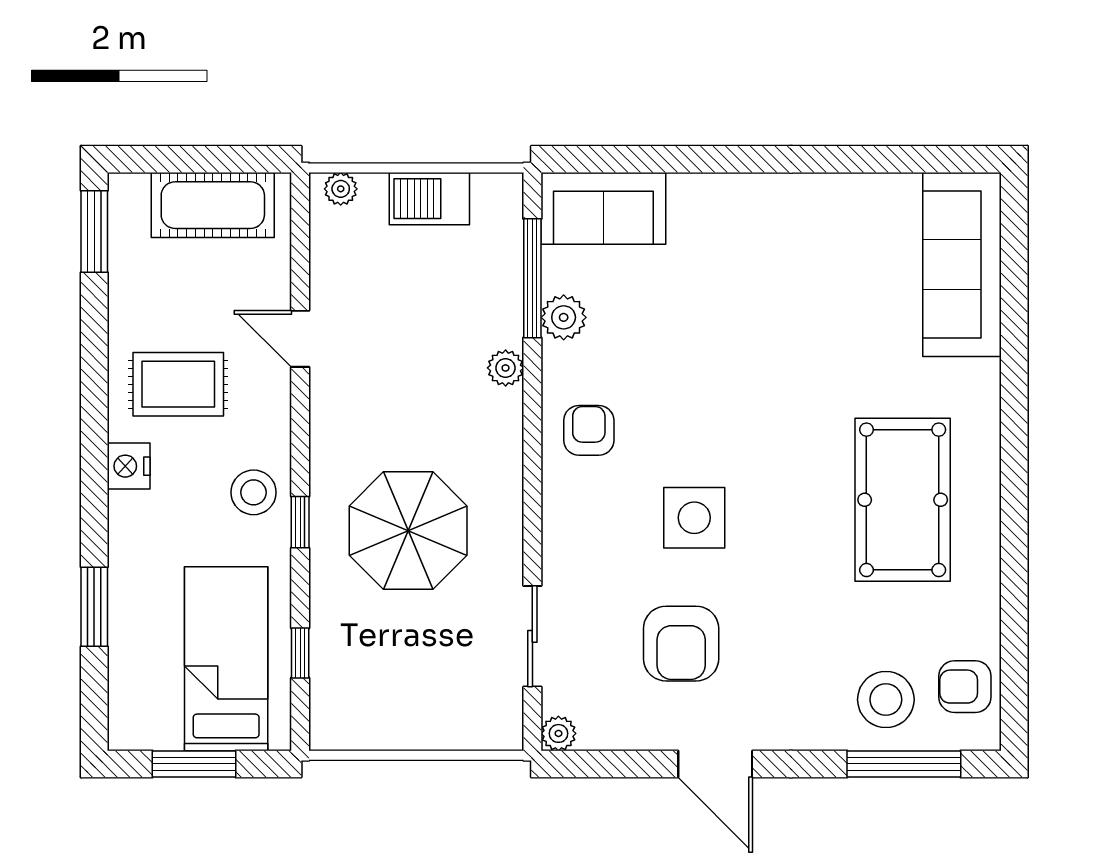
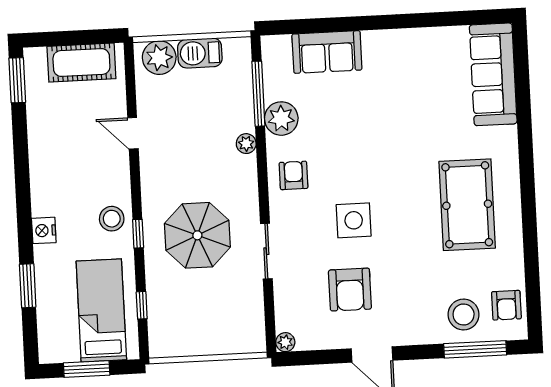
plant: (341, 189) -> (159, 58), width x1.88, depth x1.88
sofa: (603, 208) -> (327, 52), moved
plant: (564, 317) -> (281, 119), width x1.36, depth x1.36
rug: (178, 384) -> (68, 162), removed
nightstand: (129, 466) -> (44, 230), moved
sliding door: (532, 636) -> (266, 251), moved
armchair: (965, 687) -> (506, 305), turned -90

